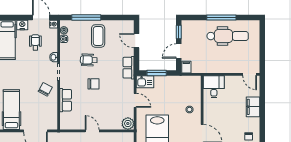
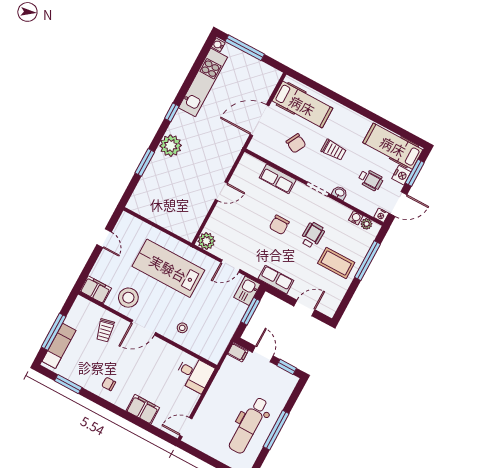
window: (16, 17) -> (415, 173), added
trolley: (29, 75) -> (334, 150), added
chair: (45, 89) -> (296, 143), moved

